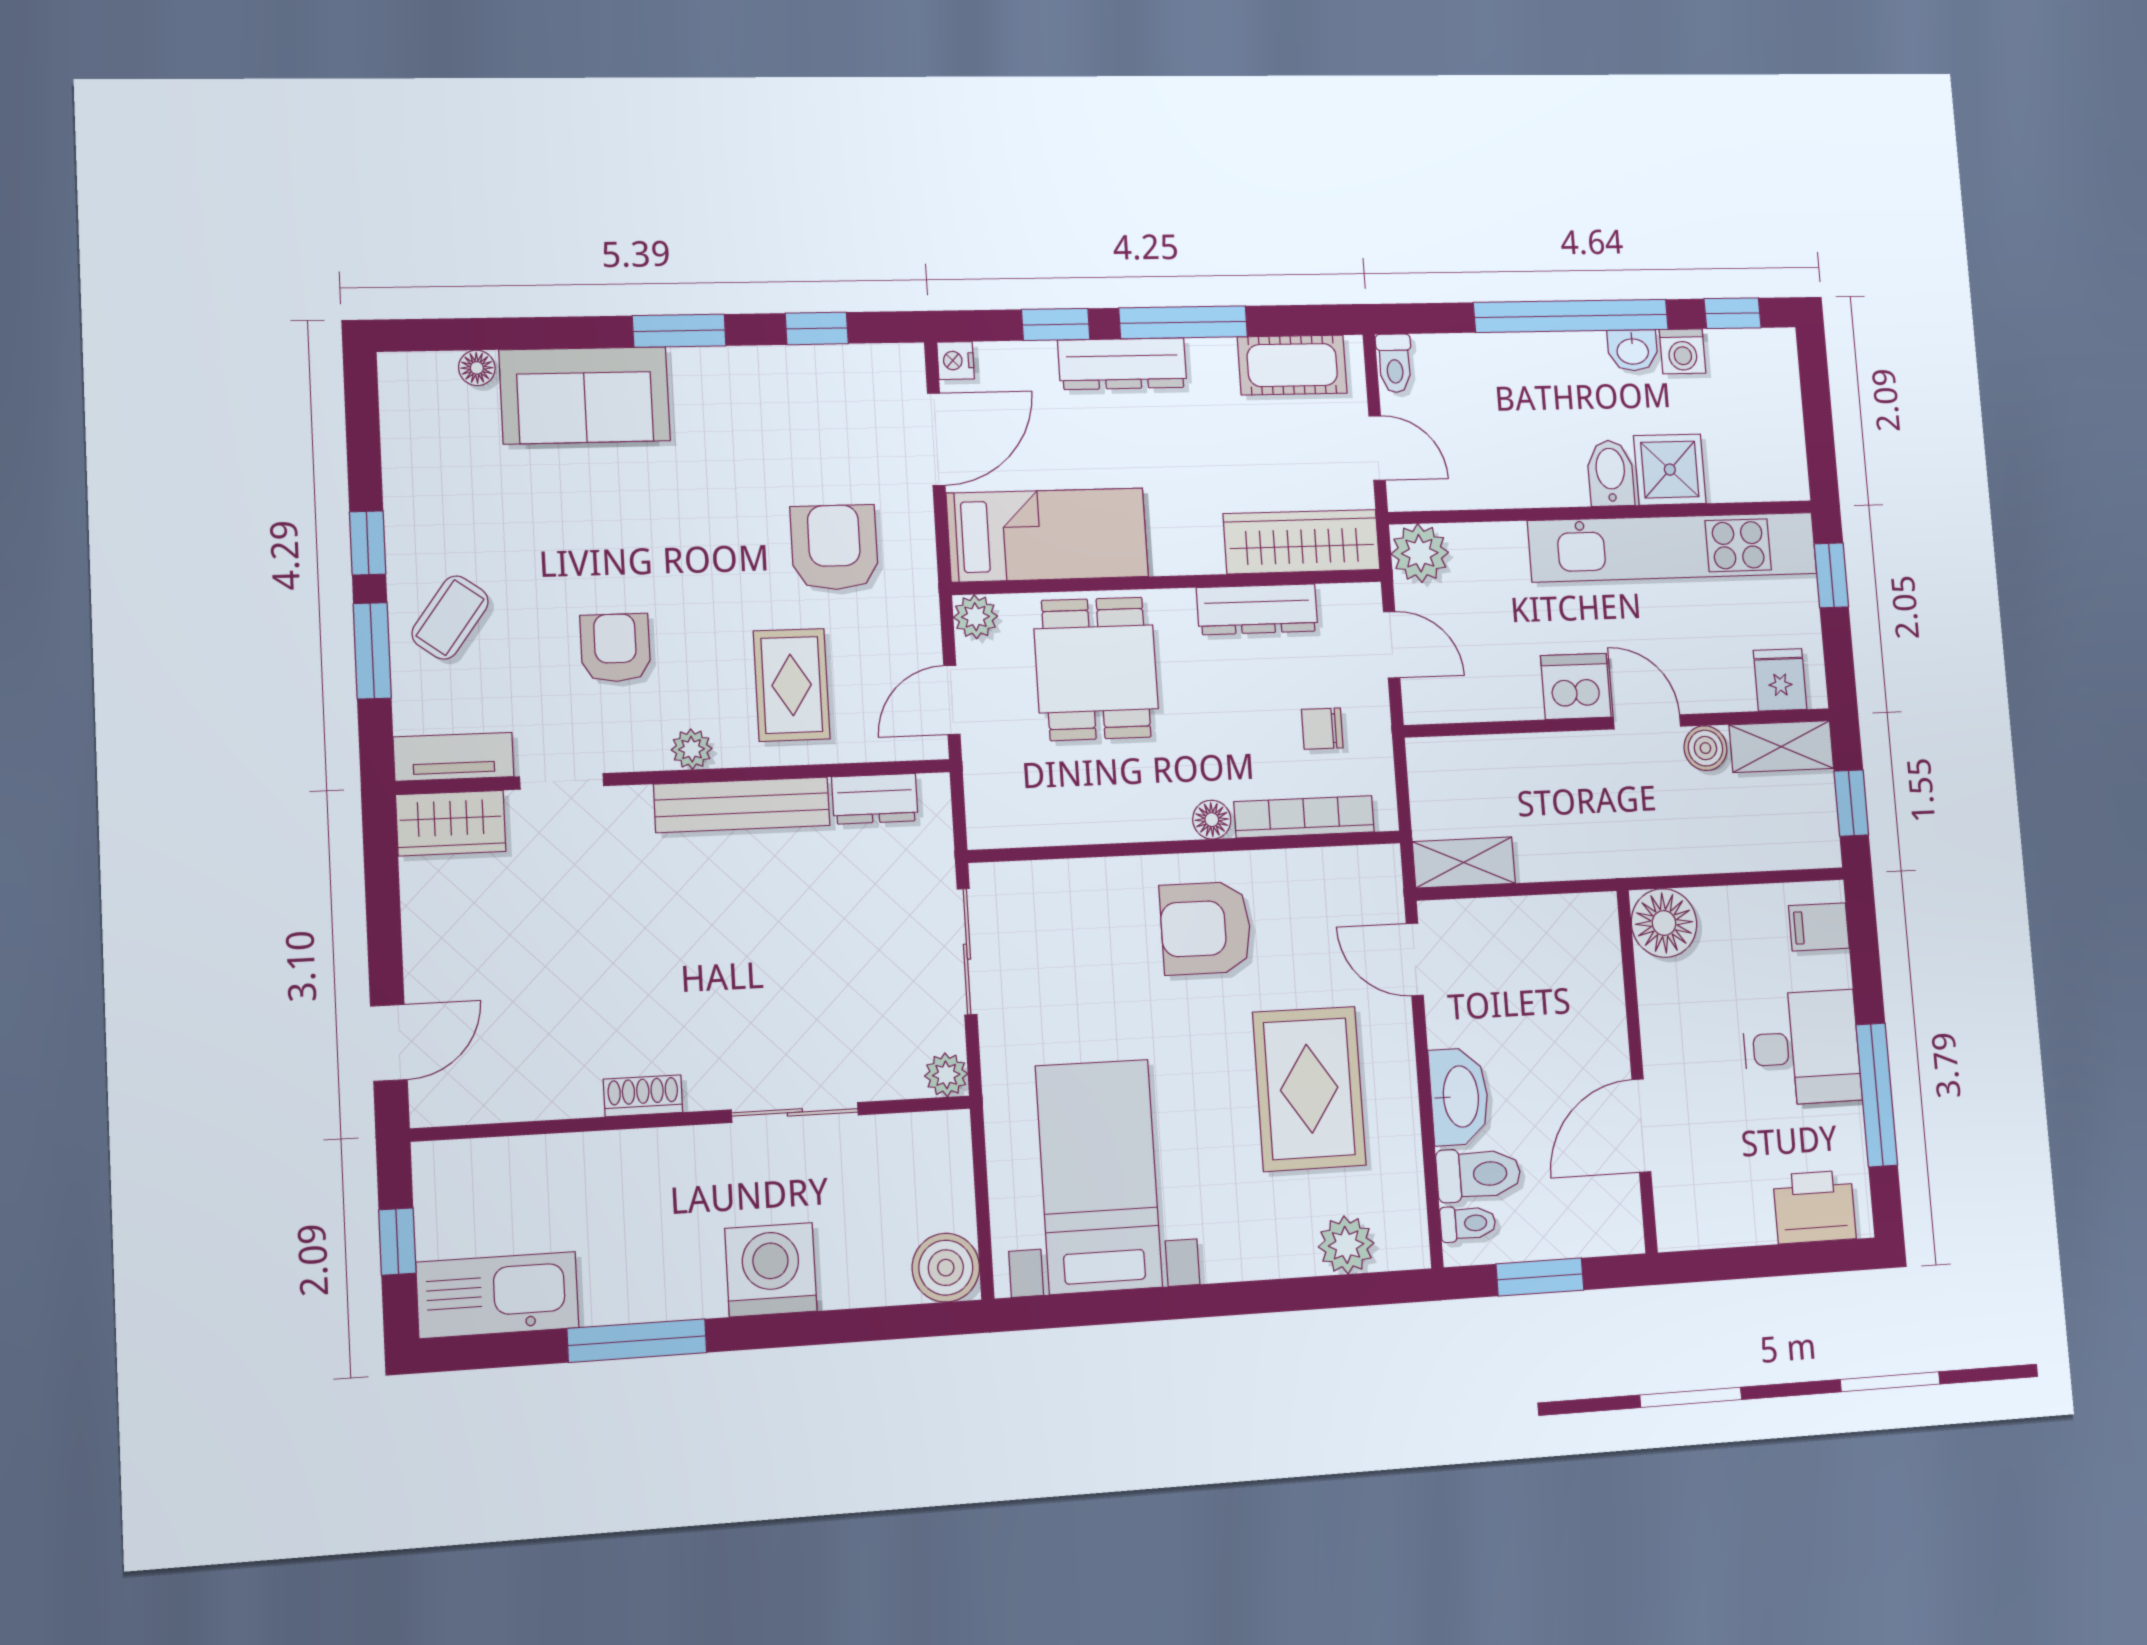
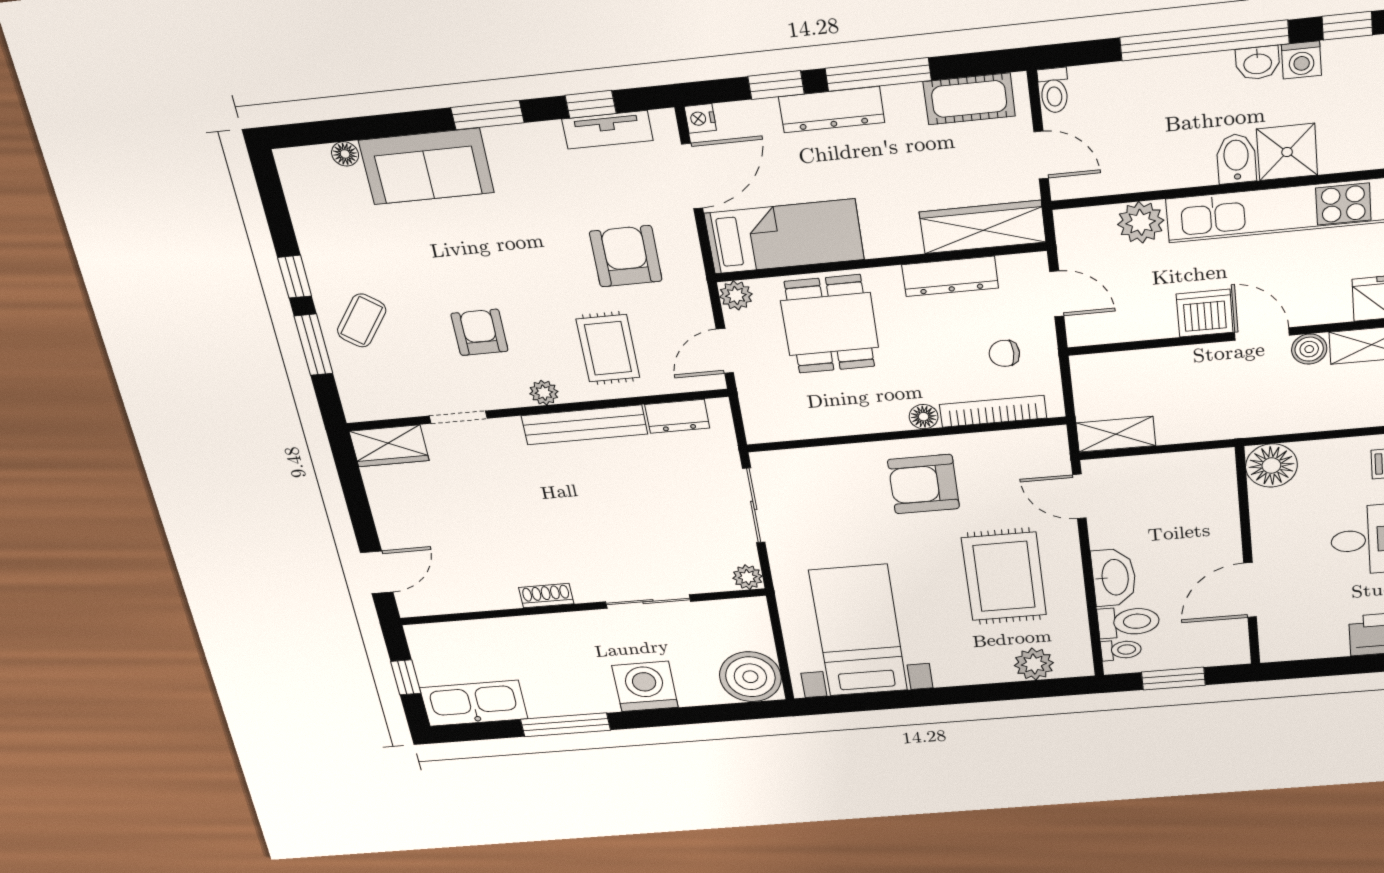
plant: (1420, 553) -> (1141, 222), moved
tv unit: (454, 757) -> (607, 130), moved, turned 180
boiler: (946, 1268) -> (750, 677), width x1.37, depth x1.37

